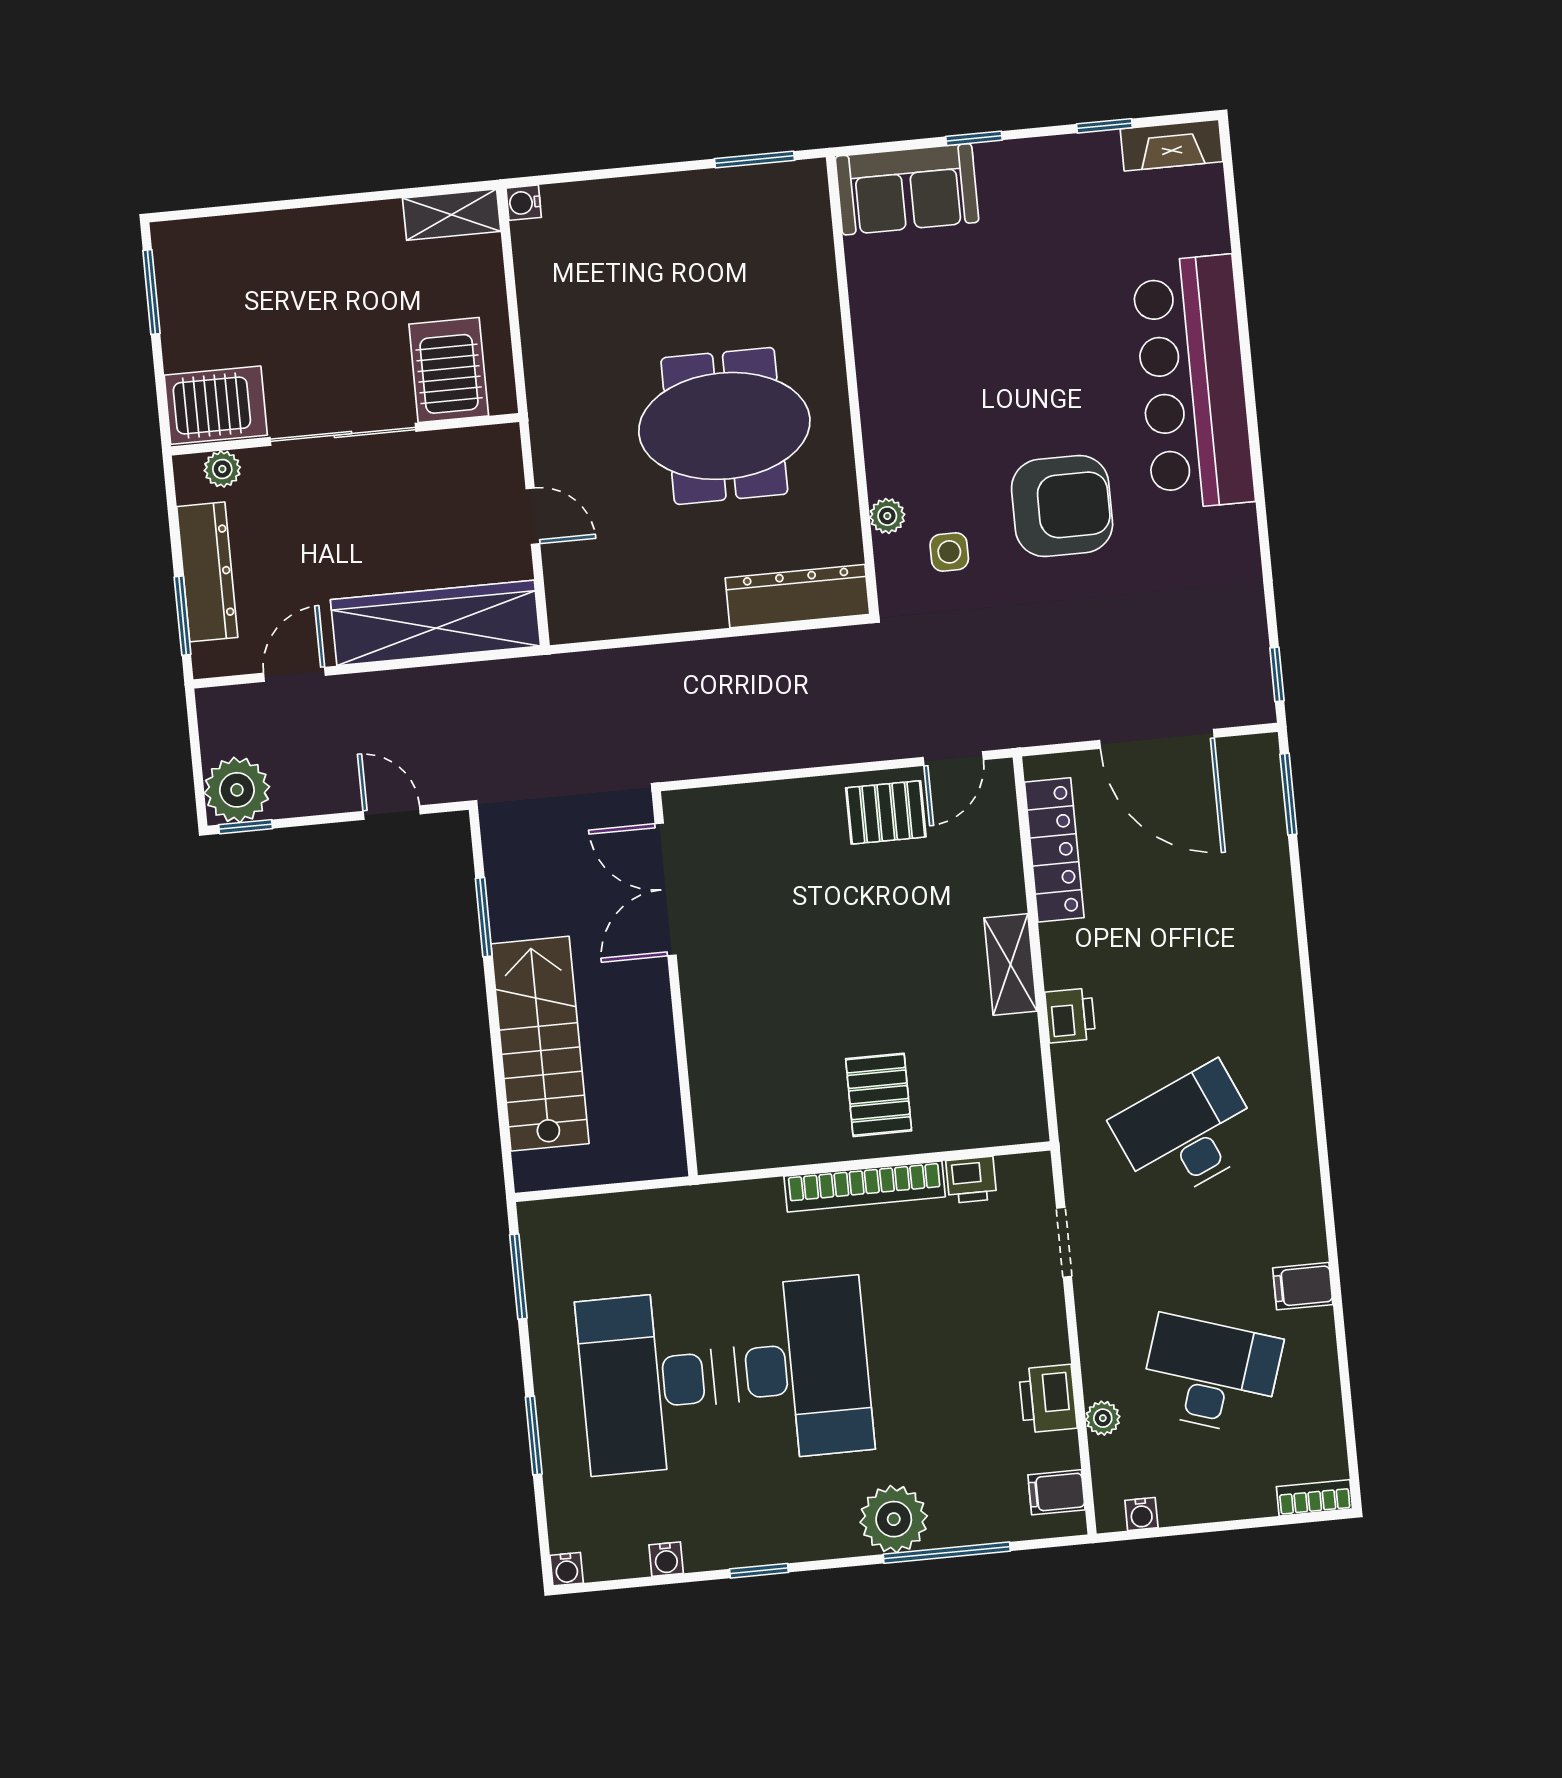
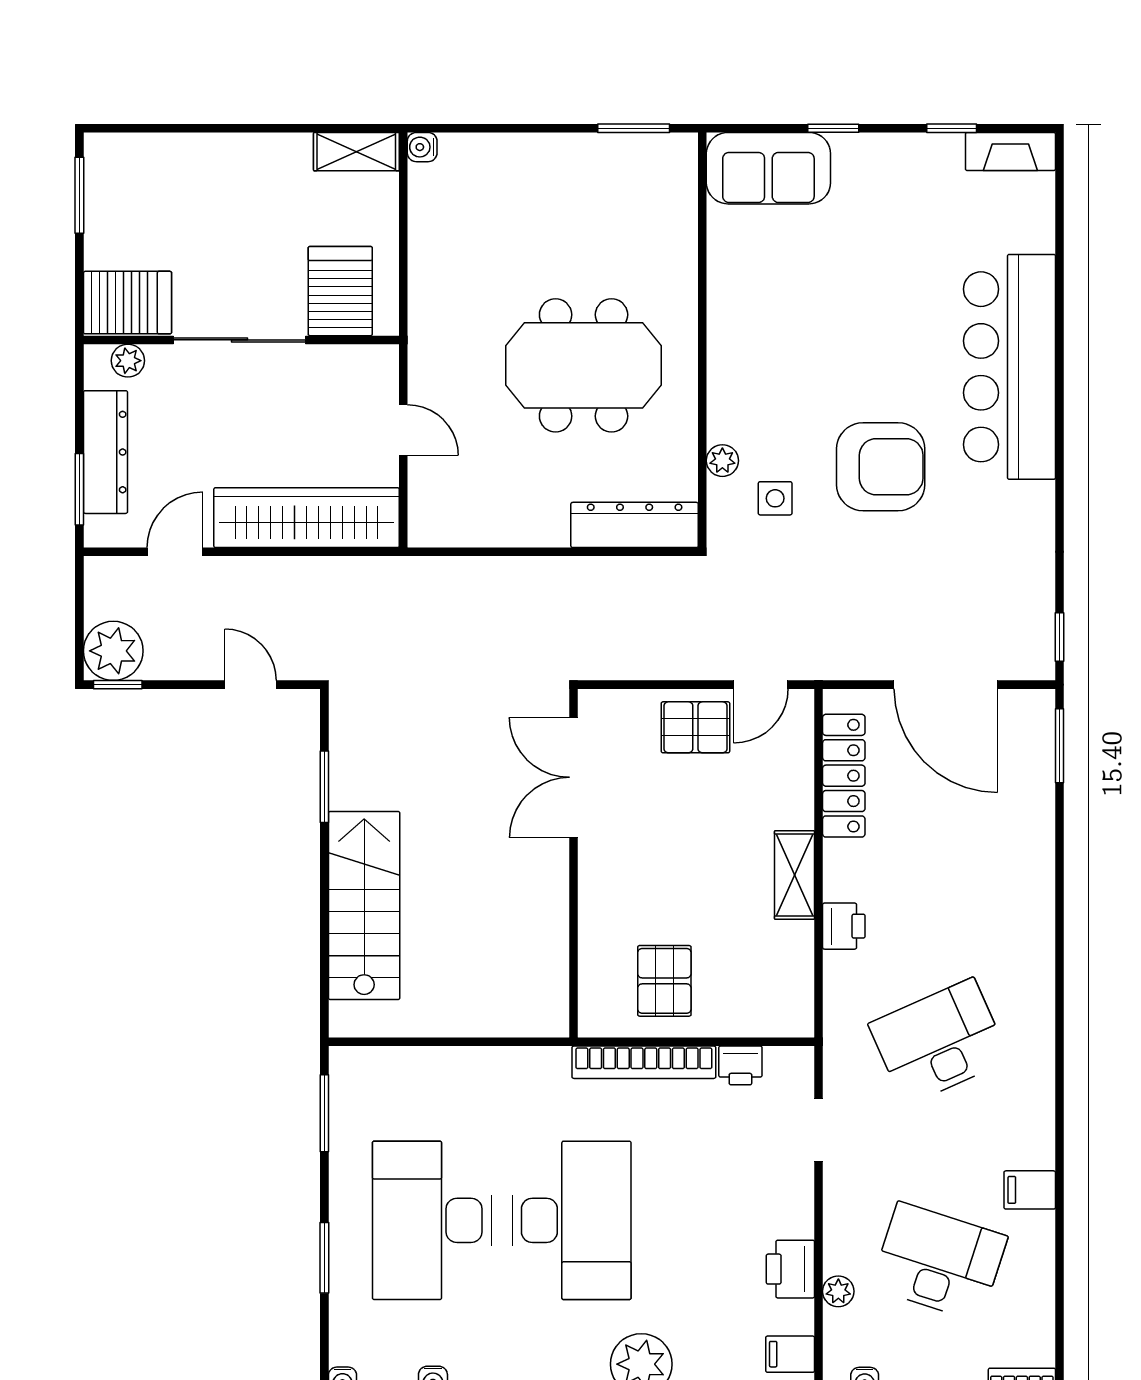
double door: (666, 889) -> (574, 777), moved
wall: (675, 984) -> (574, 863), moved

